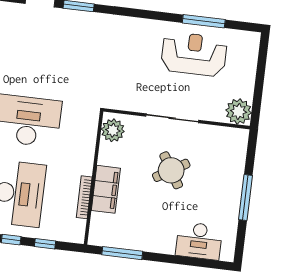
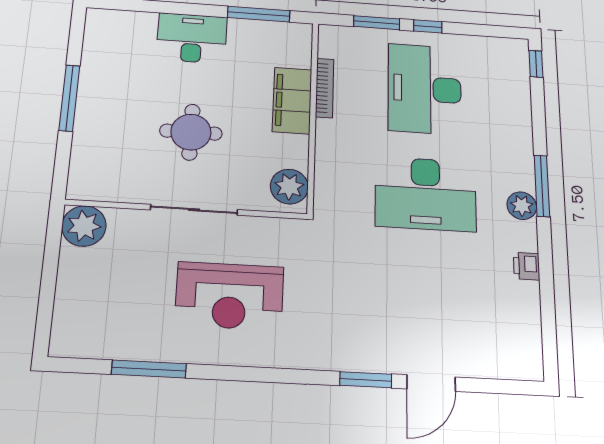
reception desk: (194, 54) -> (230, 296), moved
round table: (171, 170) -> (191, 132), turned 31
desk: (199, 241) -> (192, 38), moved
window: (45, 244) -> (377, 23), width x1.50

